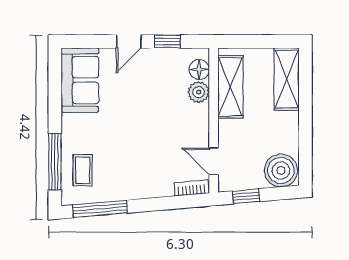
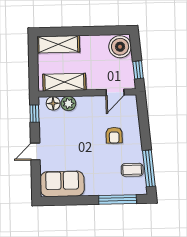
door: (129, 41) -> (35, 152), swing flipped
window: (168, 41) -> (34, 114), moved
armchair: (150, 159) -> (114, 135), added
coffee table: (83, 170) -> (132, 170), moved
bookcase: (191, 188) -> (133, 107), removed

